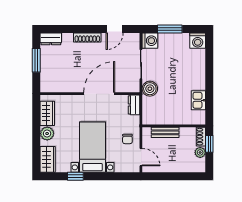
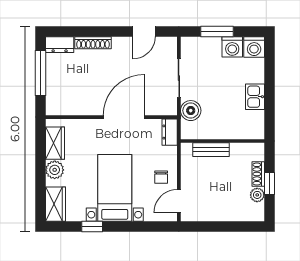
shoe rack: (87, 38) -> (93, 43), moved
washing machine: (150, 41) -> (232, 47), moved, turned 90
window: (36, 60) -> (40, 73), width x1.44
kitchen sink: (198, 100) -> (255, 97), moved
wall: (174, 126) -> (222, 141), moved
bench: (165, 132) -> (211, 150), moved
door: (141, 157) -> (179, 201), swing flipped

